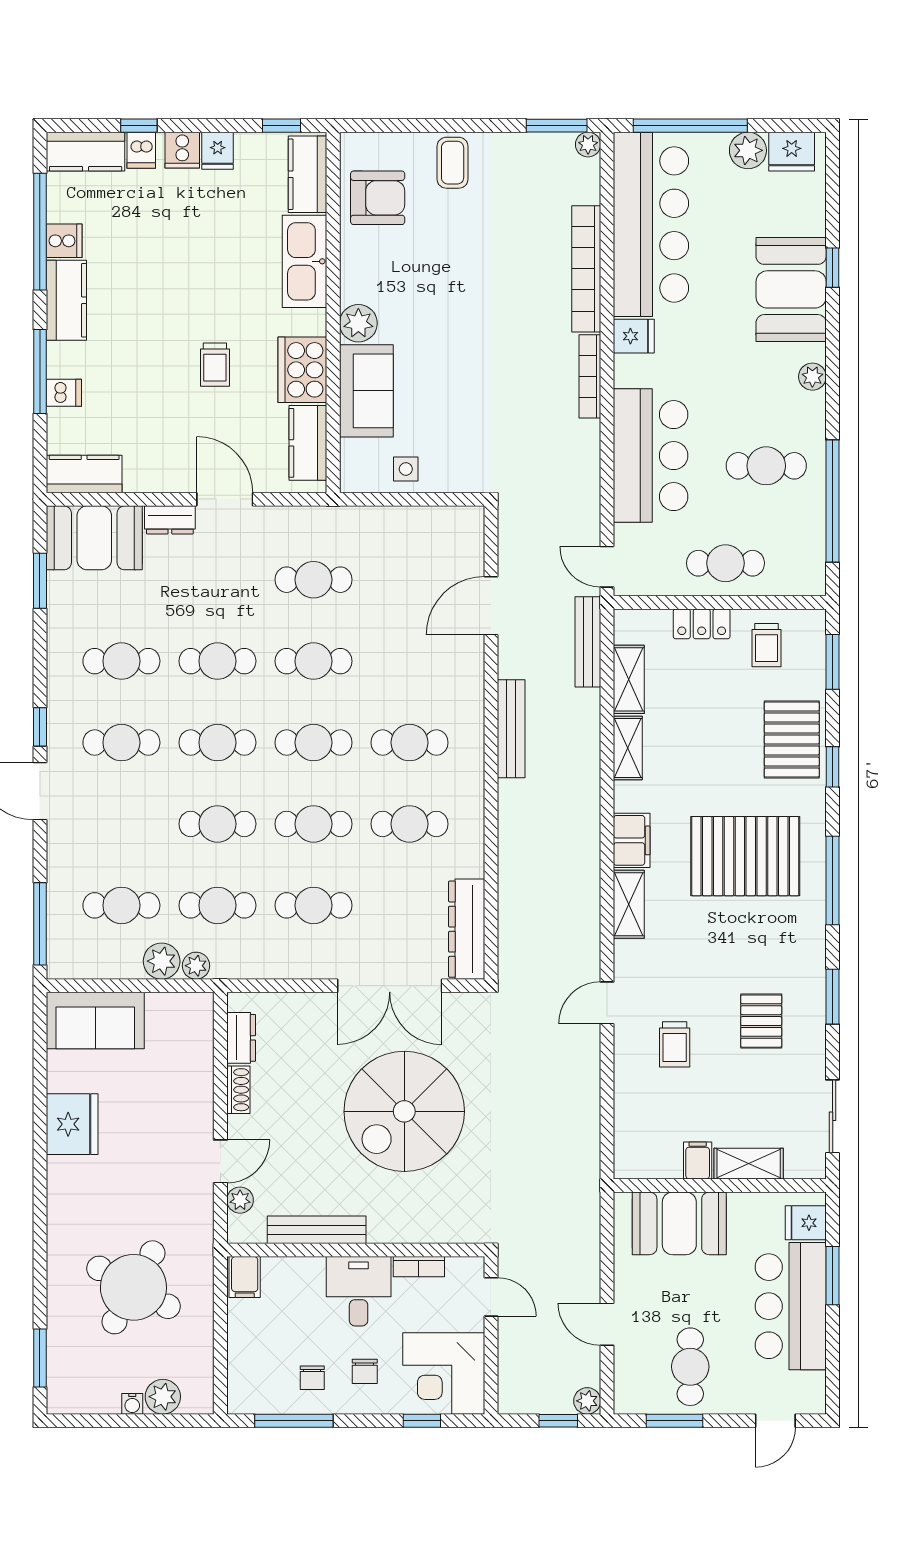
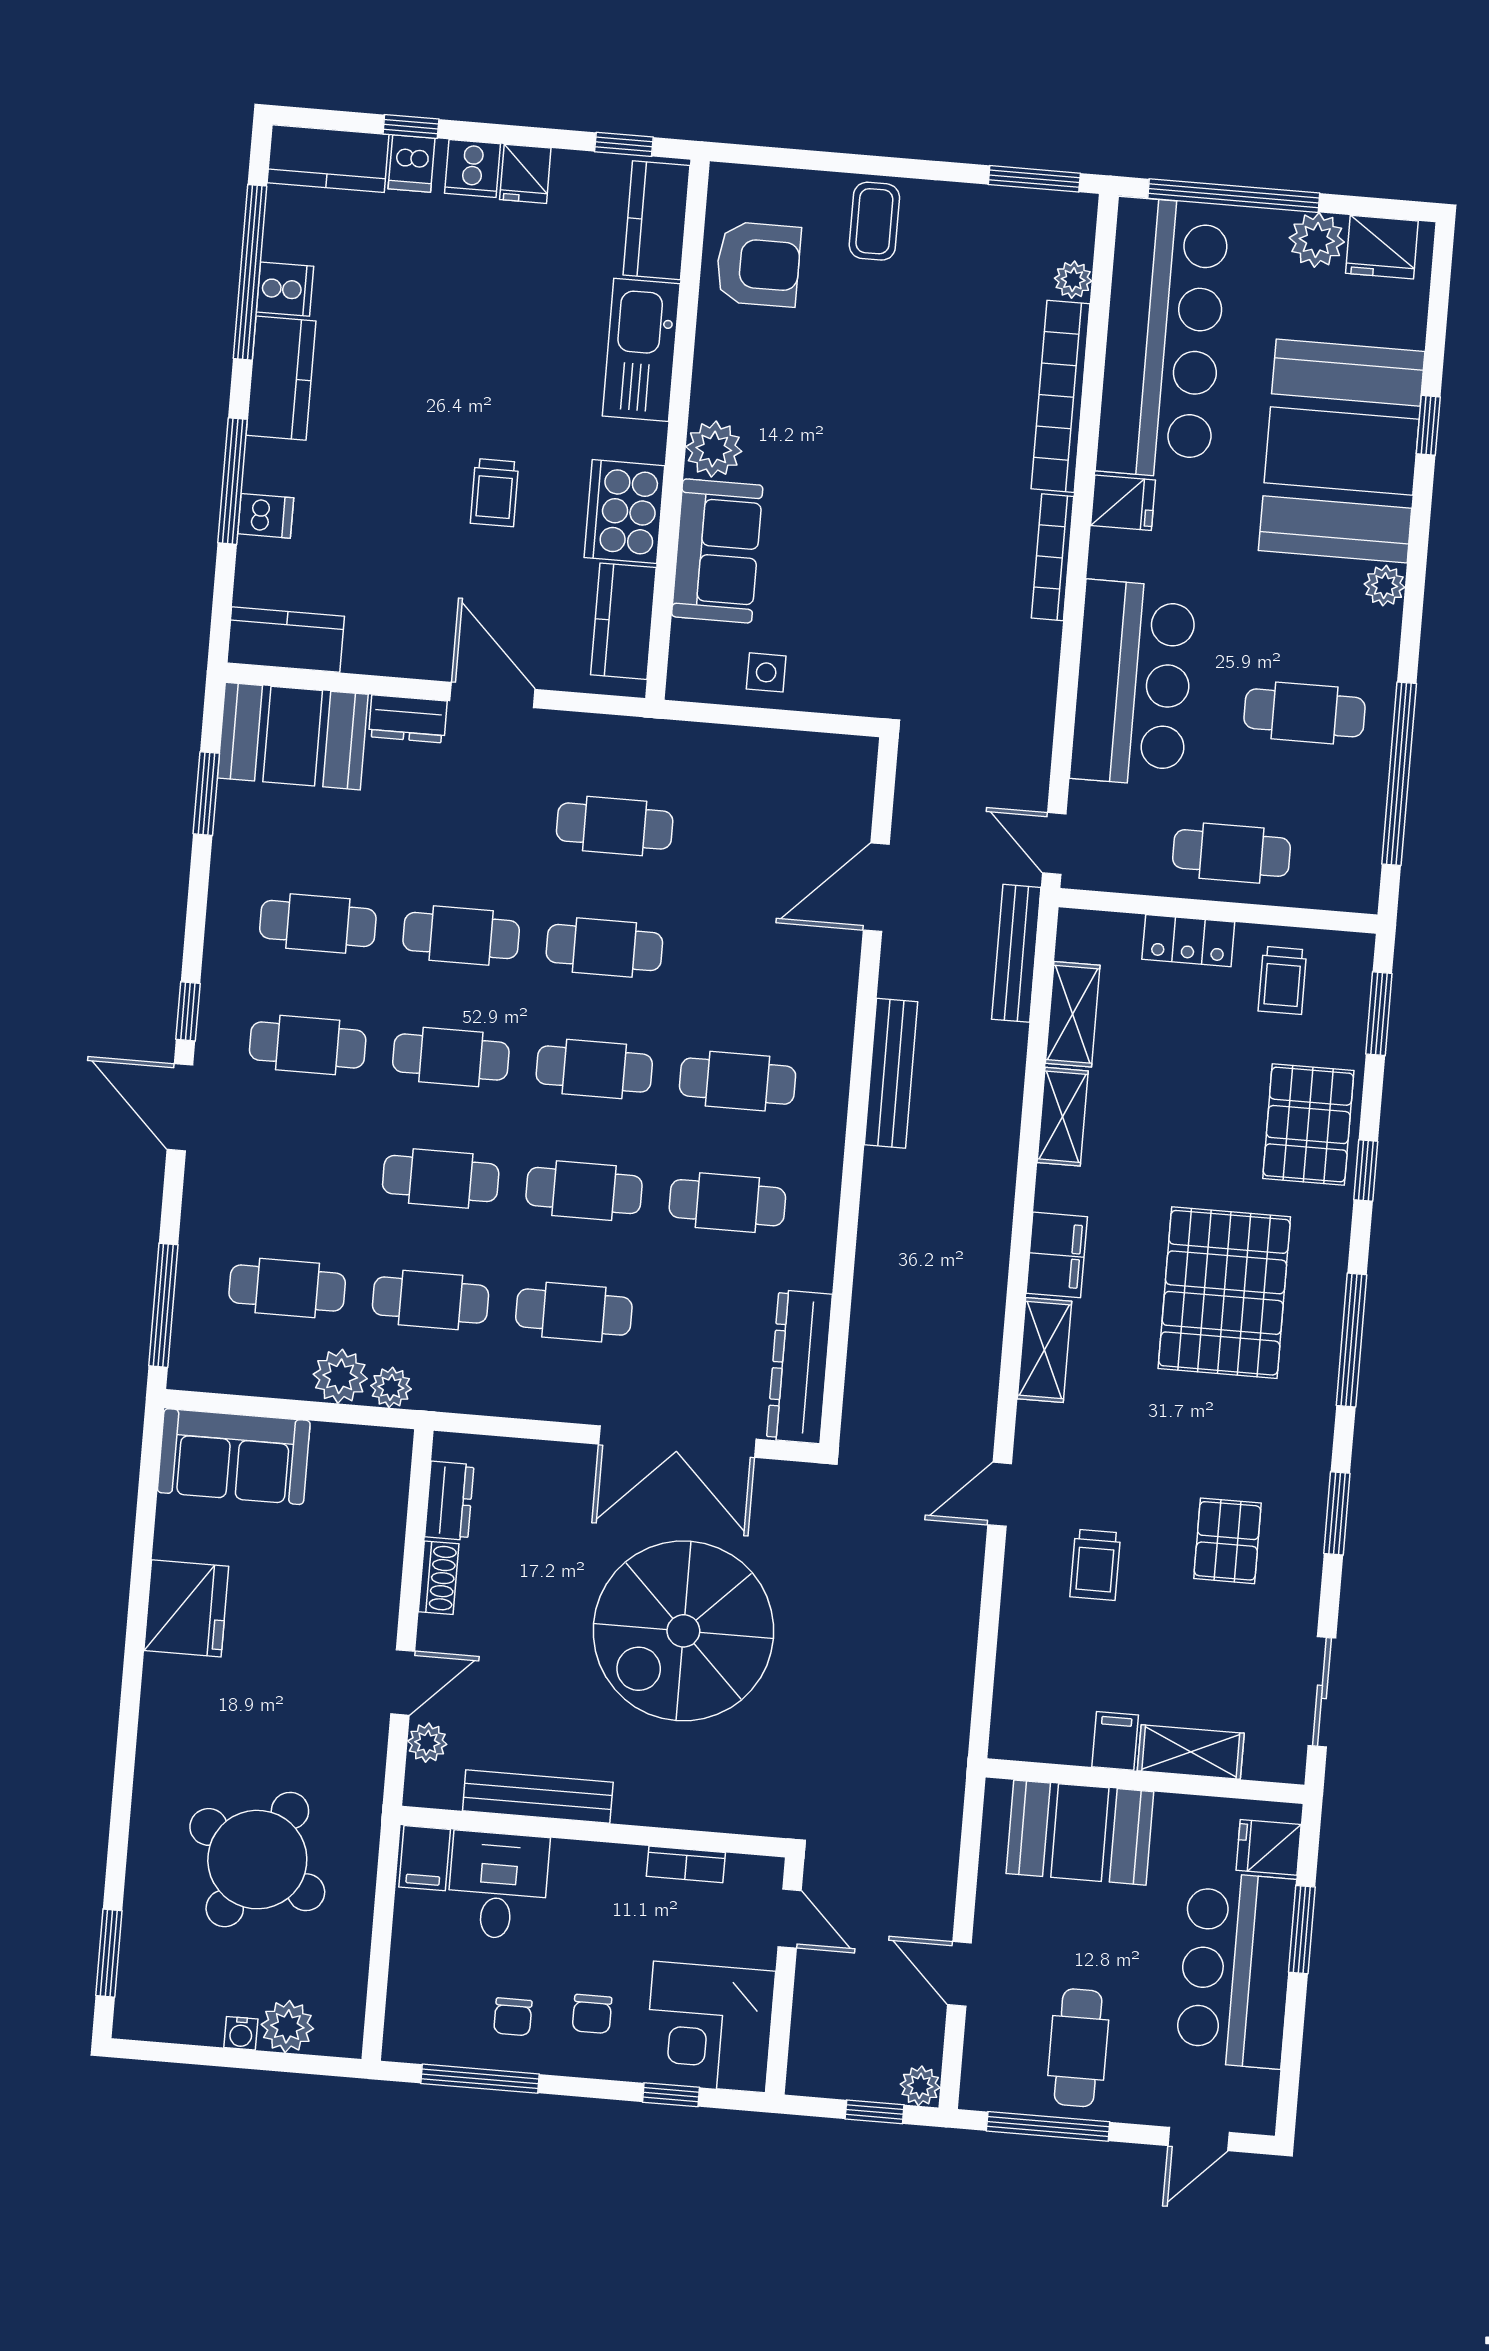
plant: (588, 145) -> (1073, 280), moved
booth: (791, 289) -> (1342, 451), width x1.36, depth x1.42
pallet: (745, 856) -> (1224, 1293), turned 90
desk: (359, 1291) -> (498, 1886), moved
window: (675, 1421) -> (1048, 2126), width x1.44

